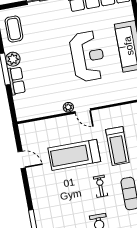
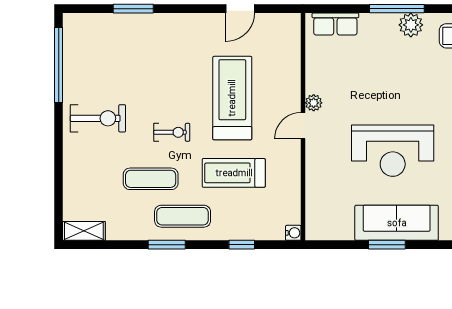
row of seats: (16, 81) -> (335, 24), moved

